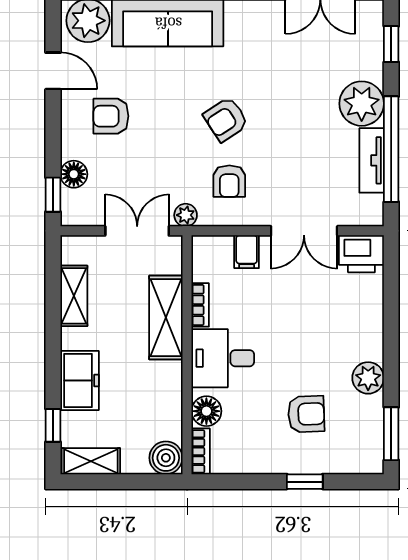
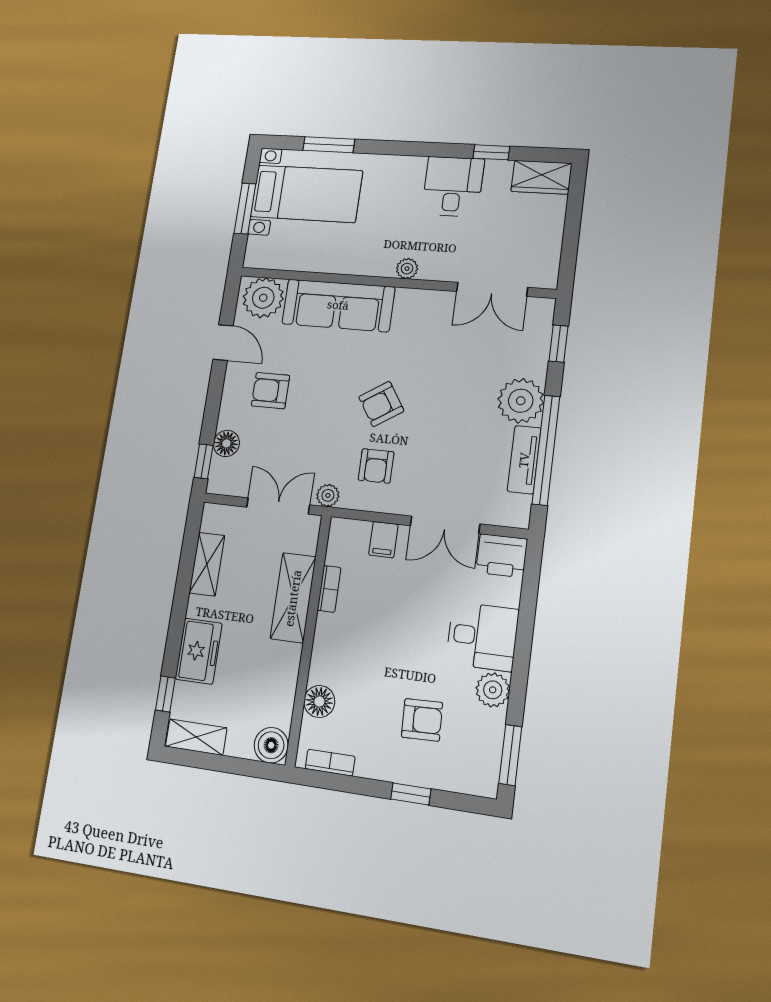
desk: (223, 358) -> (482, 636), moved, turned 180
bookcase: (201, 451) -> (330, 763), moved, turned -90

